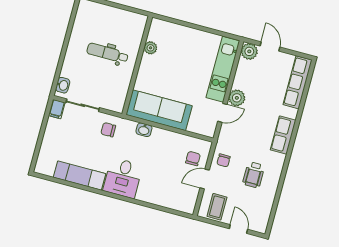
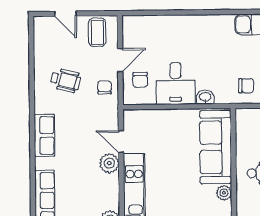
sofa: (159, 110) -> (216, 147), moved, turned 90
door: (222, 113) -> (121, 142), hinge flipped
wheelchair: (254, 175) -> (66, 80), turned 104
desk: (123, 178) -> (175, 84), moved, turned 180

